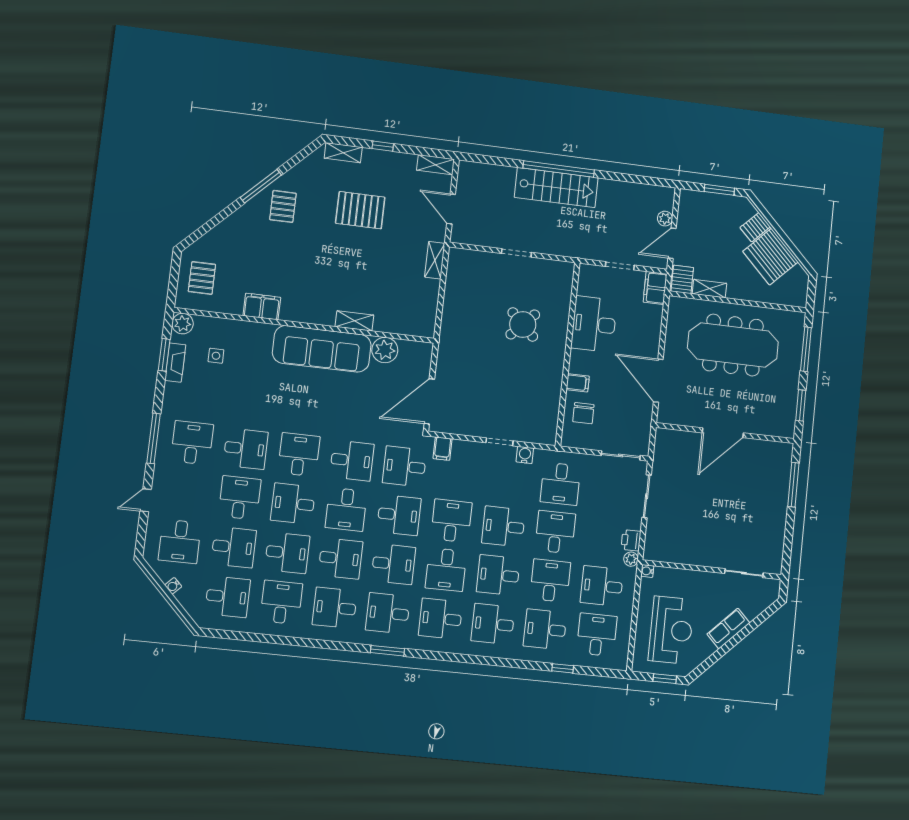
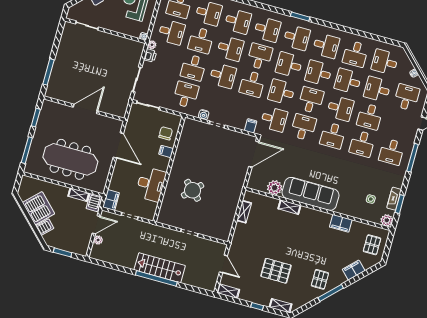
filing cabinet: (227, 230) -> (354, 270), added
shelving: (435, 260) -> (244, 212), moved
desk: (246, 449) -> (362, 144), turned -90
desk: (352, 461) -> (303, 127), turned 90

